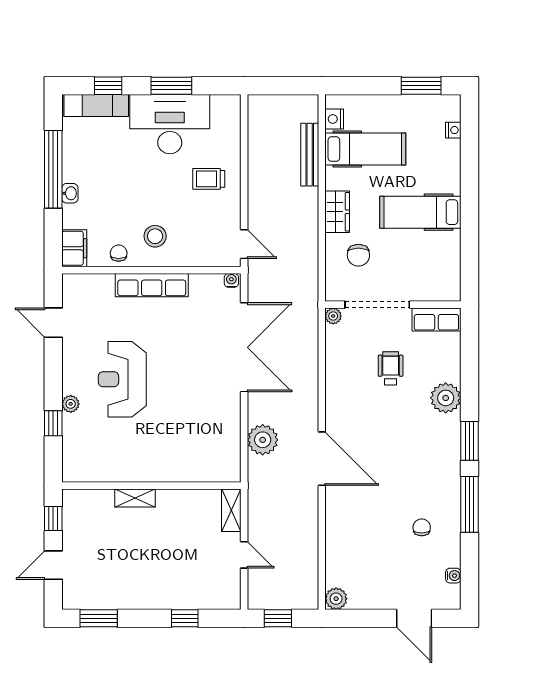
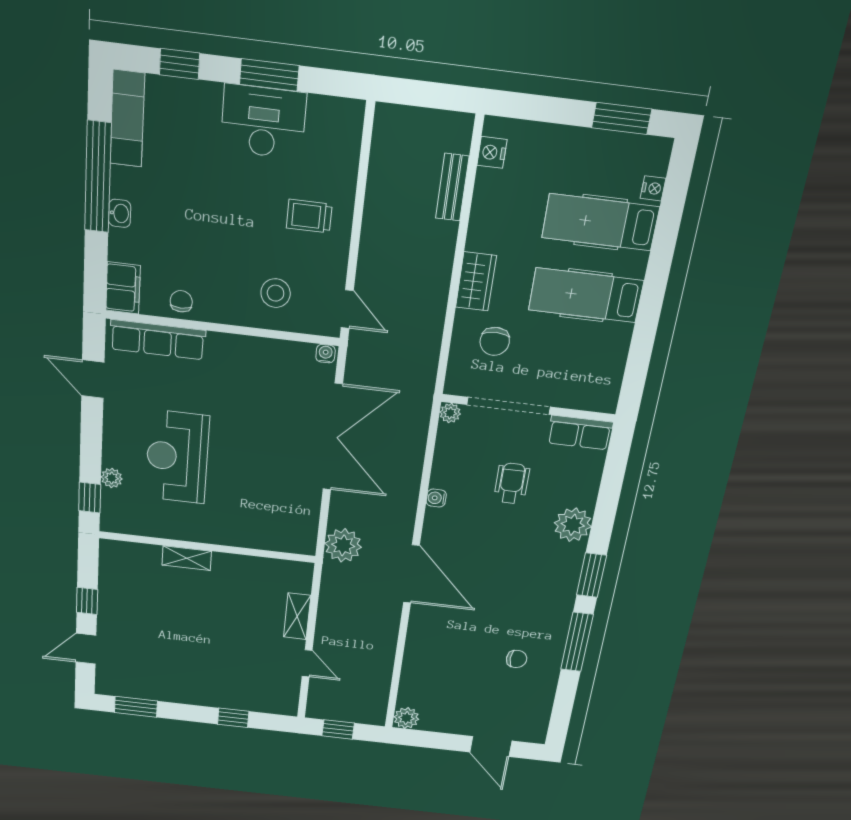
exam couch: (96, 106) -> (127, 119), moved, turned -90
desk: (170, 124) -> (263, 122), width x0.73, depth x0.77
hospital bed: (365, 149) -> (600, 222), moved, turned 180
bench: (310, 155) -> (452, 187), width x0.73
stool: (155, 236) -> (276, 293), moved
row of seats: (152, 285) -> (158, 340), moved
wall: (151, 486) -> (207, 547), moved
shelving: (135, 498) -> (187, 558), moved
chair: (422, 527) -> (517, 659), turned 90
water cooler: (453, 576) -> (436, 498), moved, turned 180

